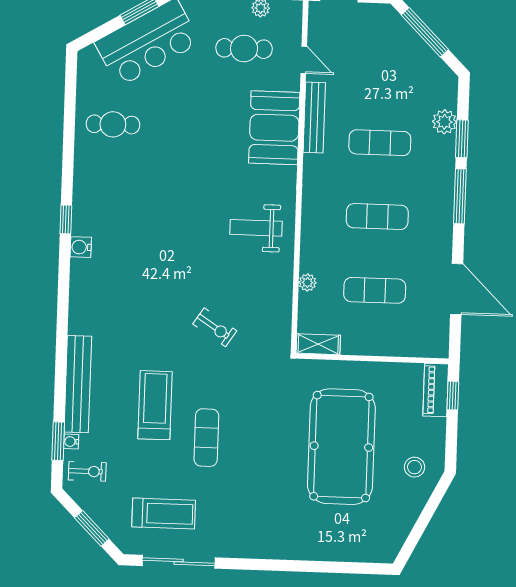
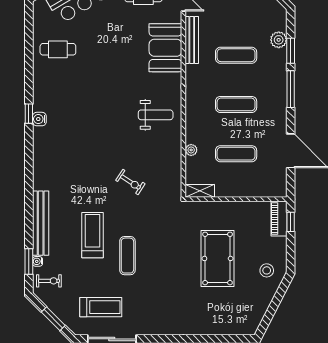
weight bench: (256, 228) -> (156, 115), turned 180
water cooler: (81, 247) -> (39, 119), moved
pool table: (341, 447) -> (218, 258), width x0.73, depth x0.76

